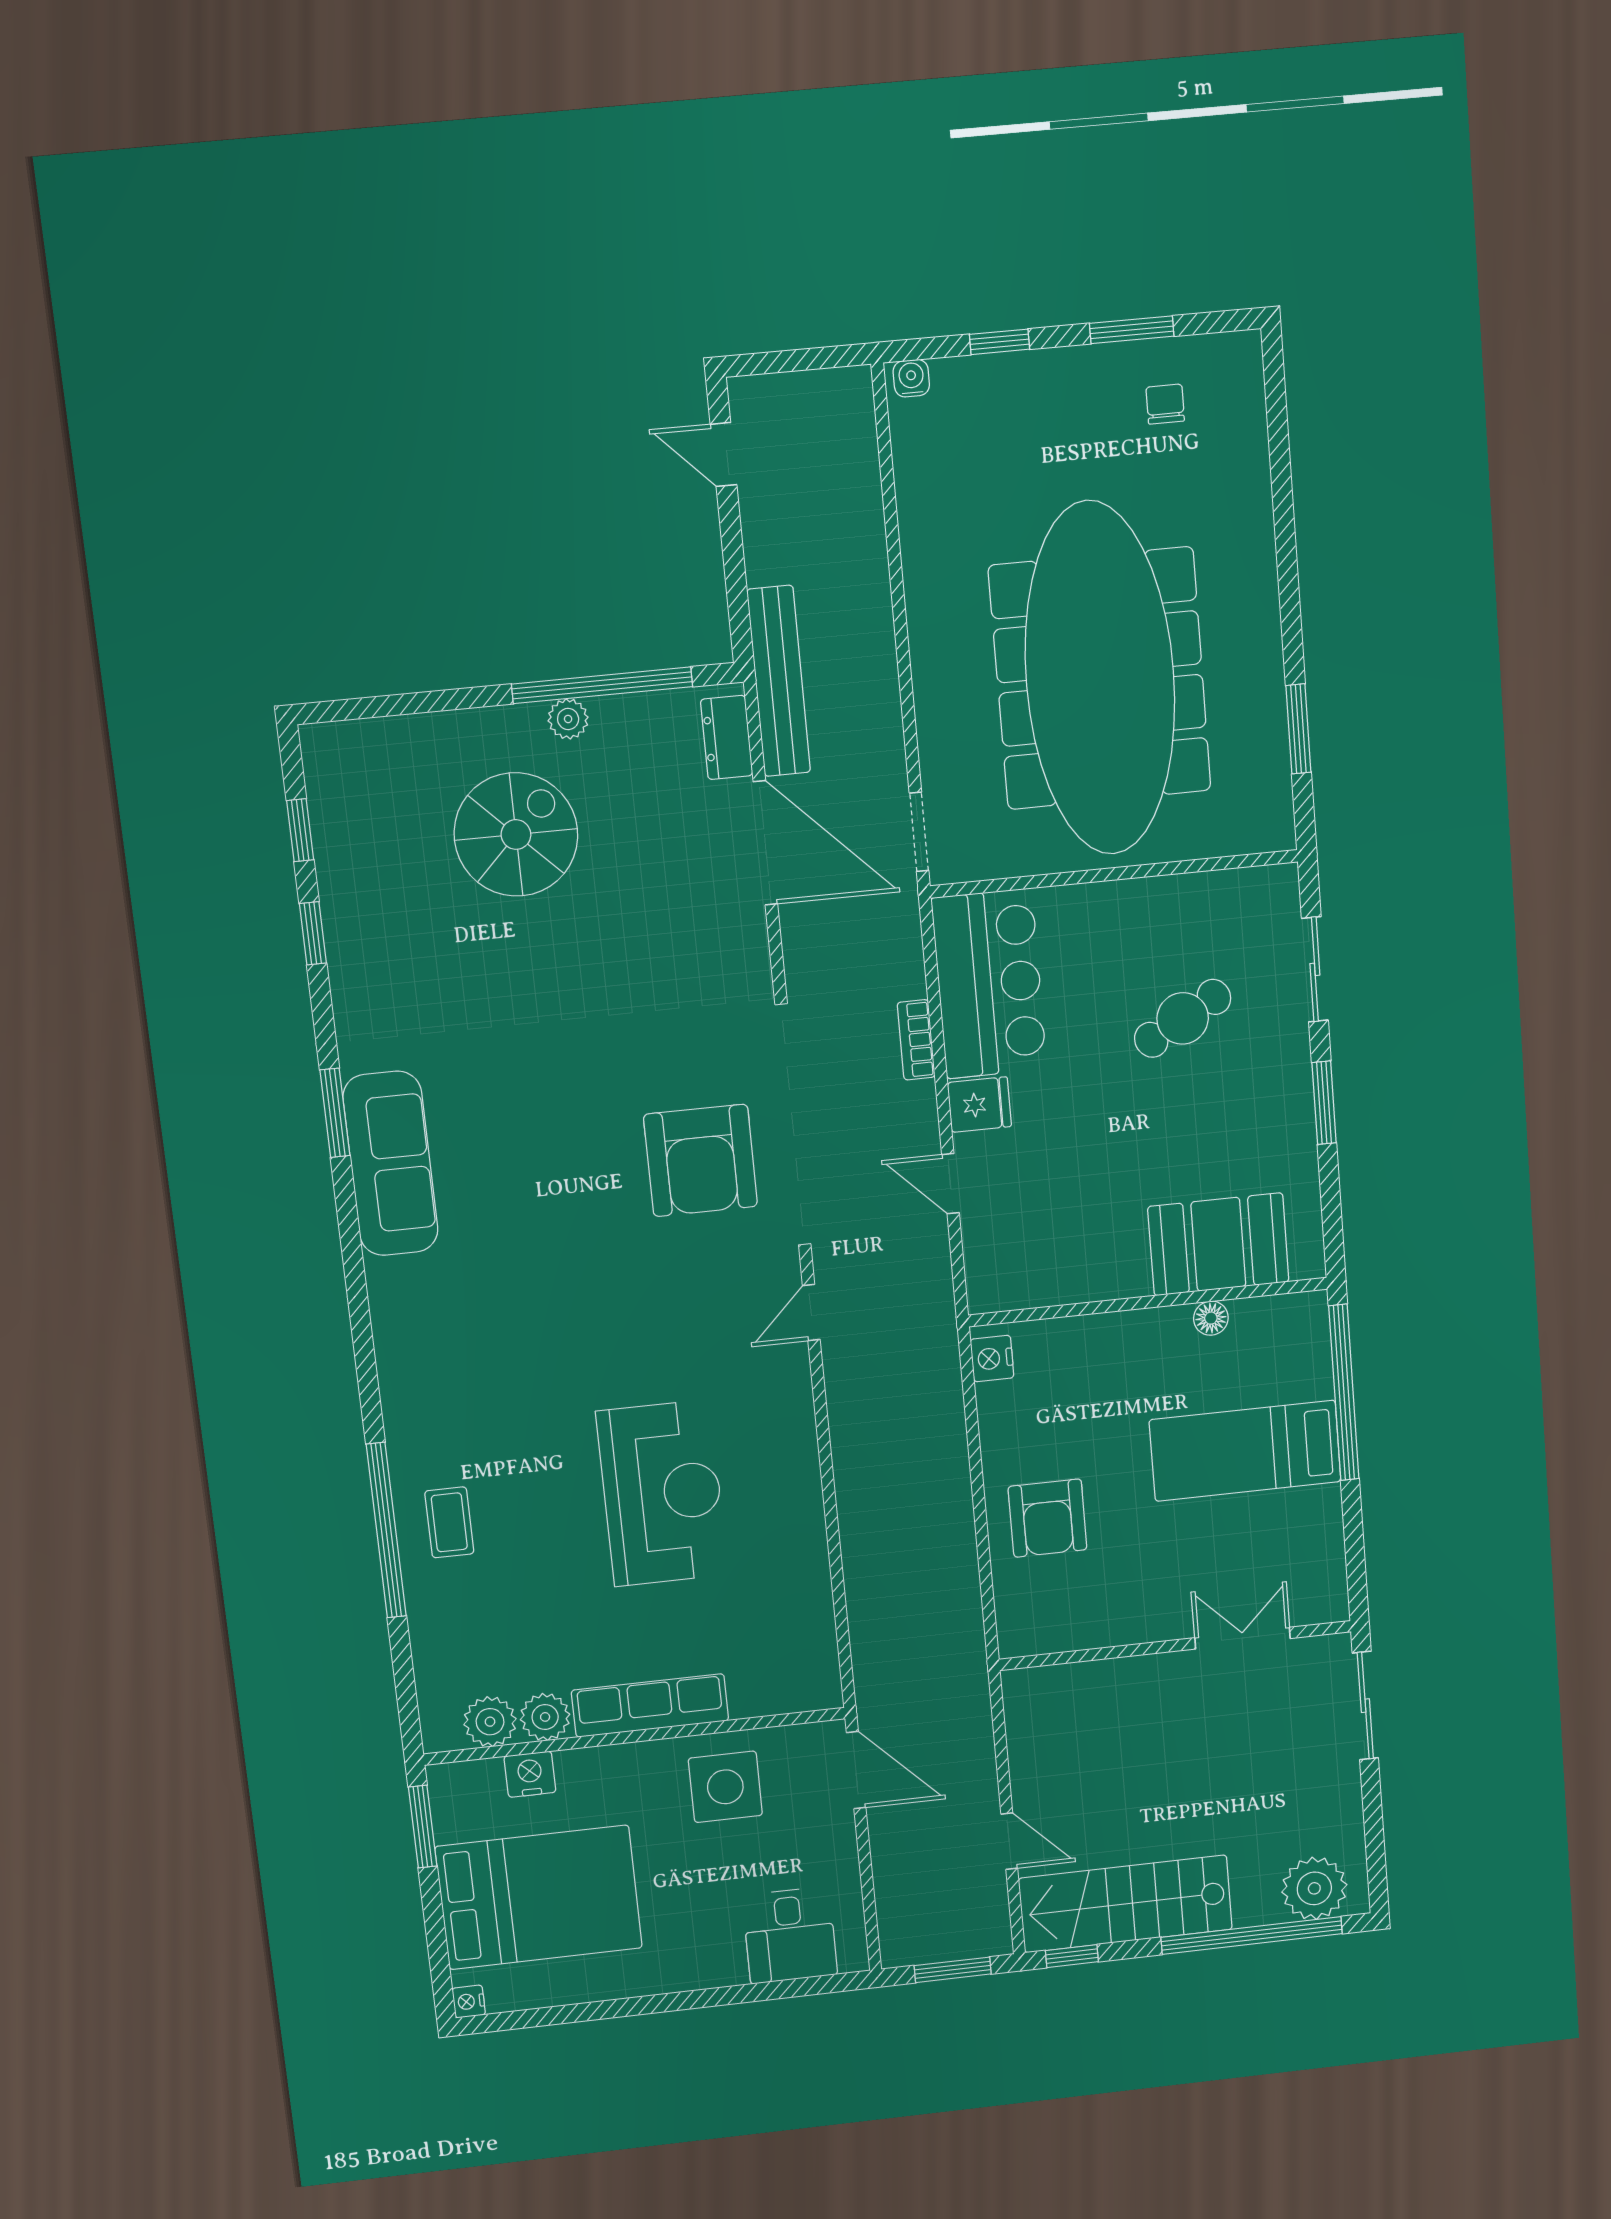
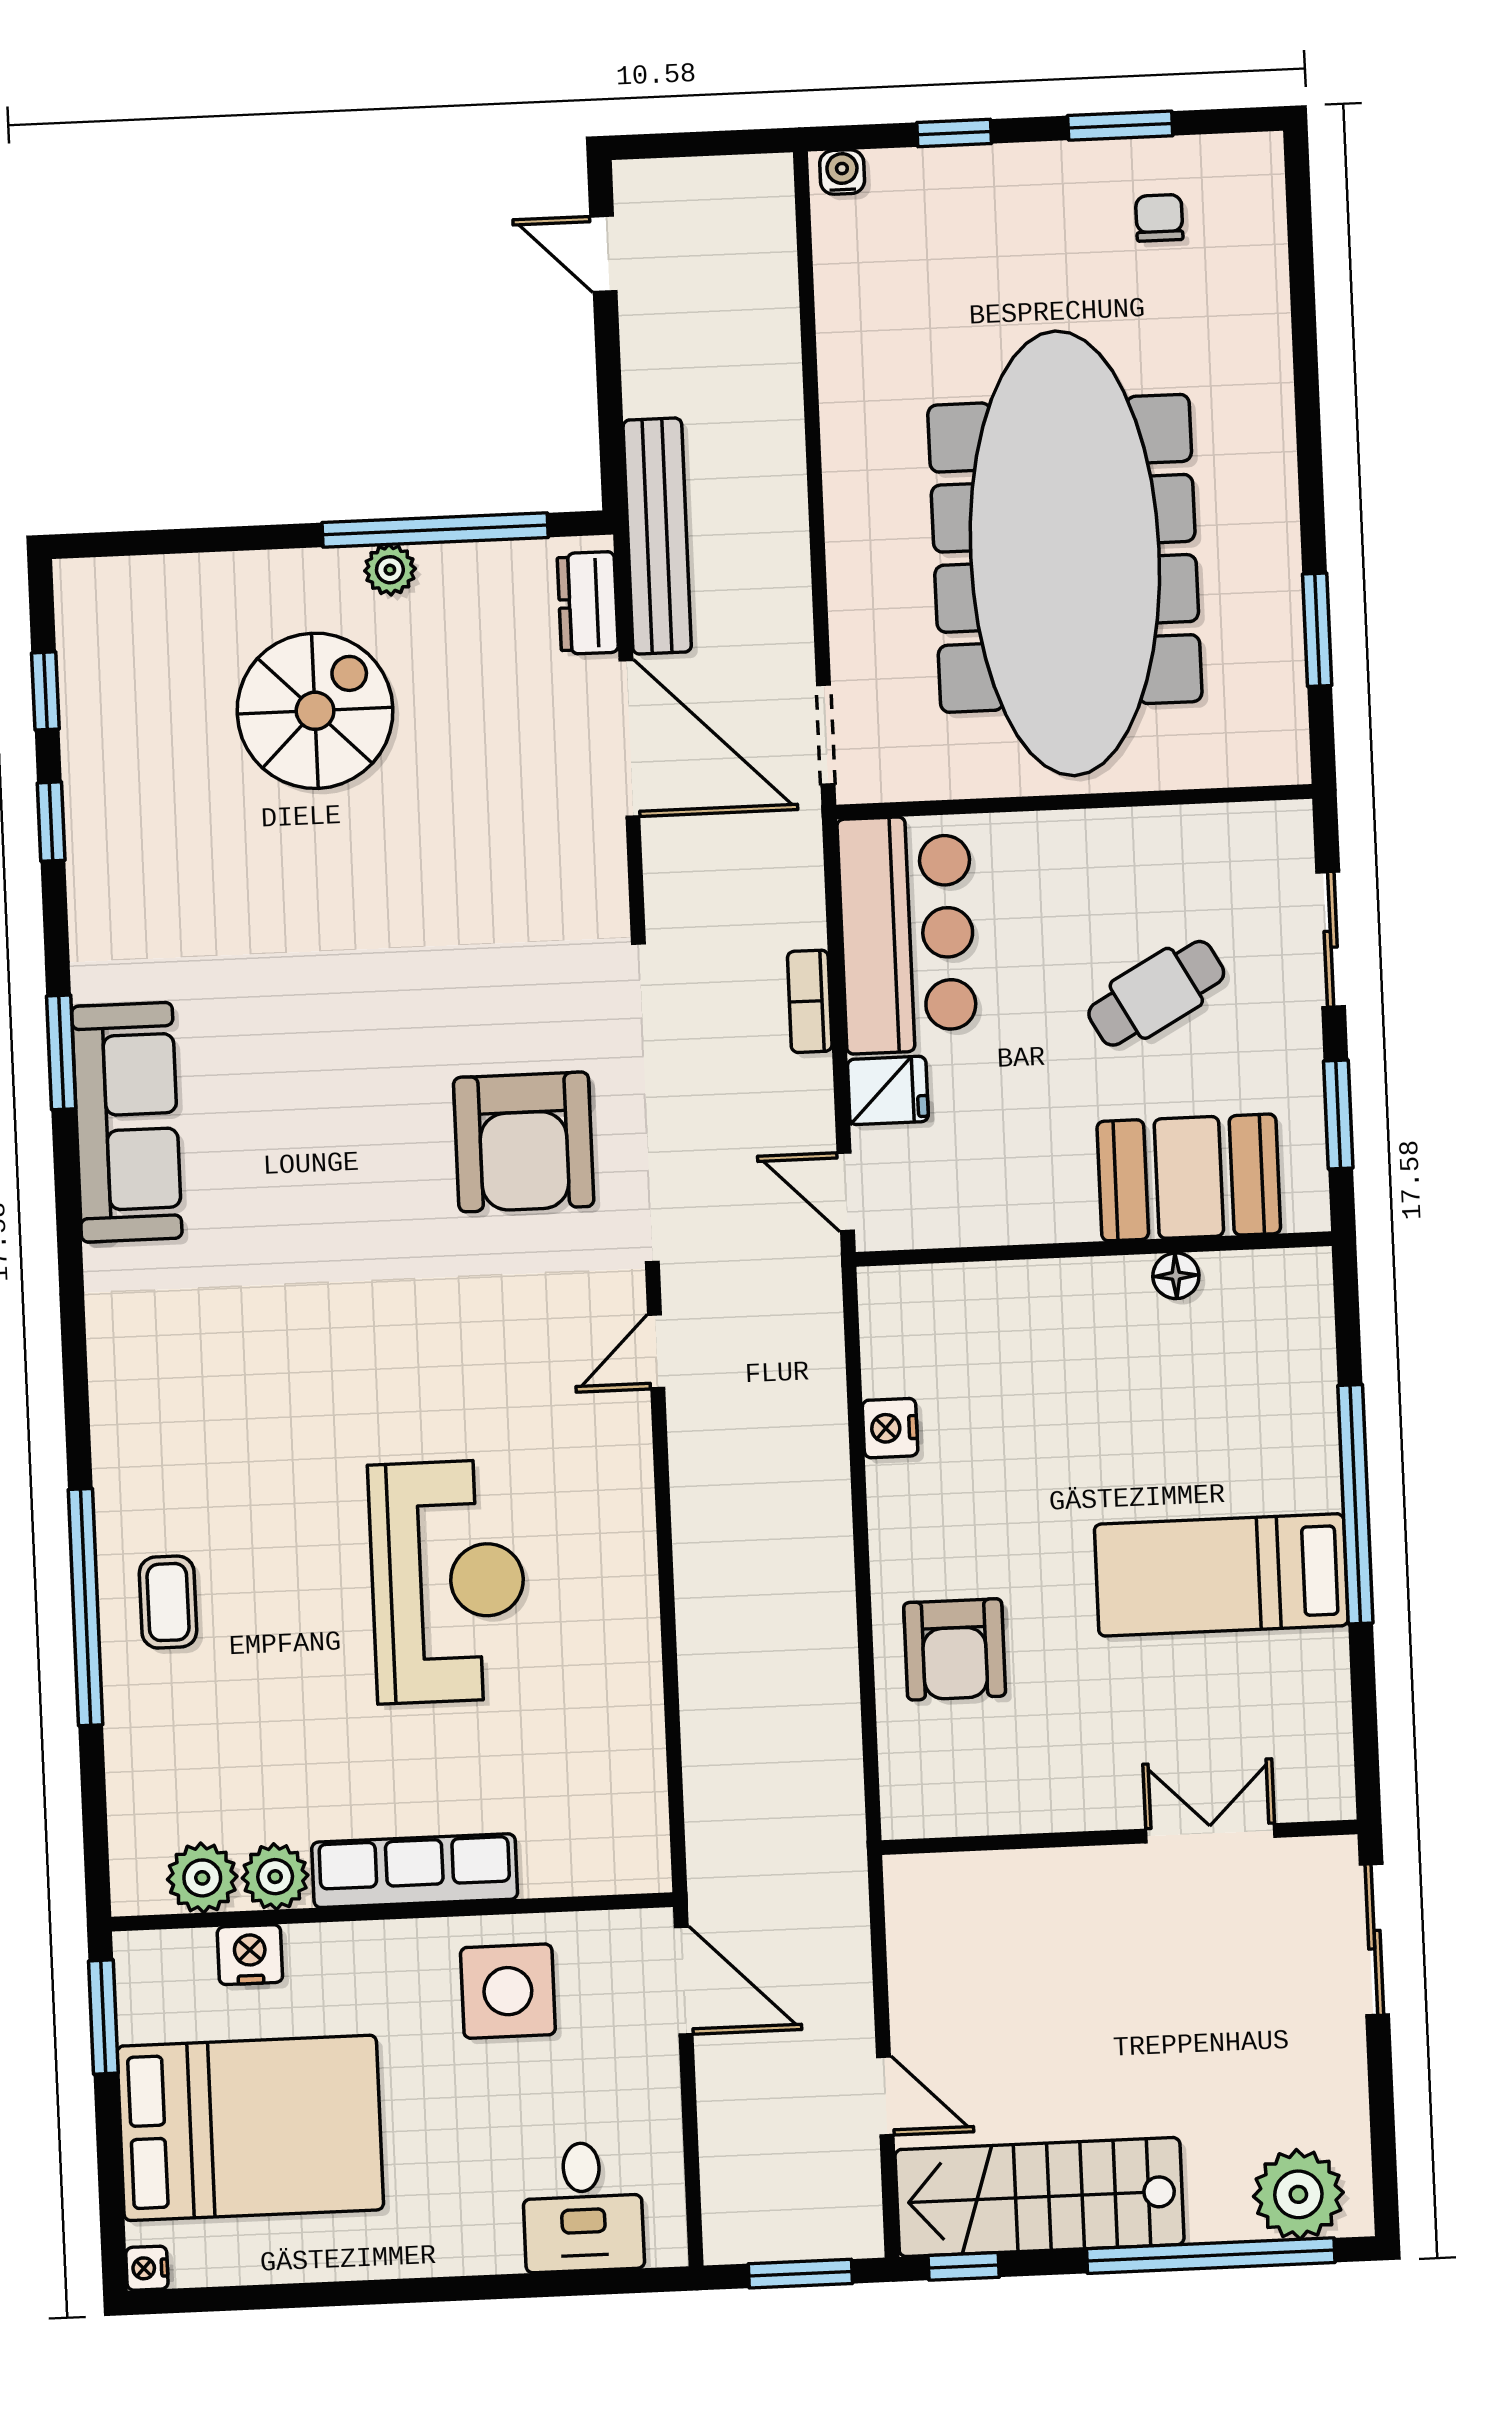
booth: (1218, 1244) -> (1189, 1177), moved
wall: (1148, 1302) -> (1094, 1249), moved
floor lamp: (1211, 1318) -> (1176, 1276), moved

